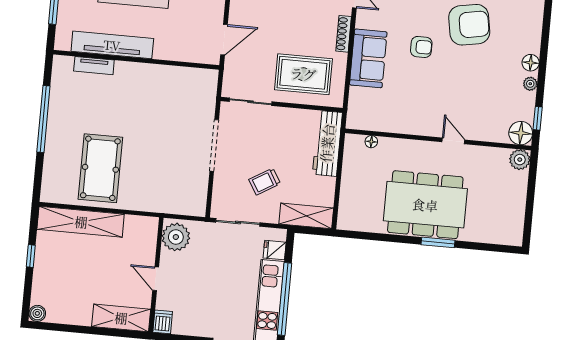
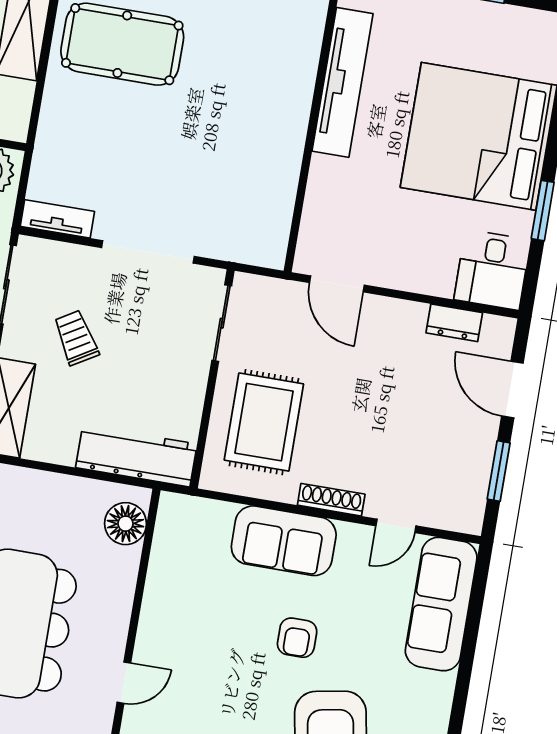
tv unit: (94, 66) -> (57, 219), moved, turned 90
floor lamp: (371, 142) -> (126, 524), width x1.89, depth x1.89

